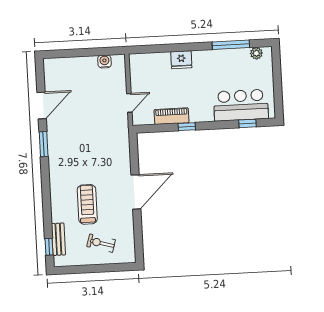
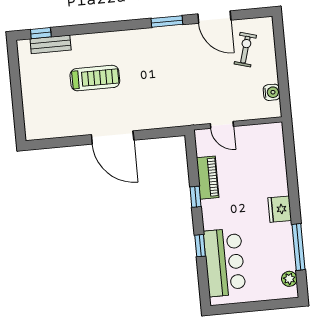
fridge: (181, 60) -> (280, 209), moved
window: (248, 123) -> (200, 246), moved
exercise bike: (101, 243) -> (245, 50), moved

